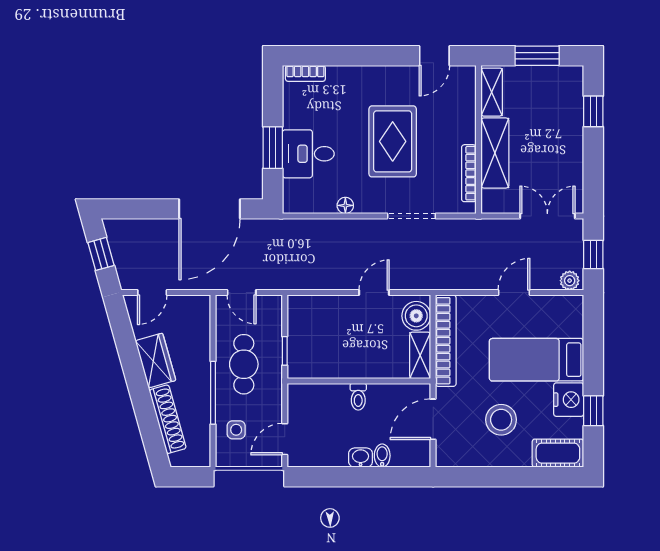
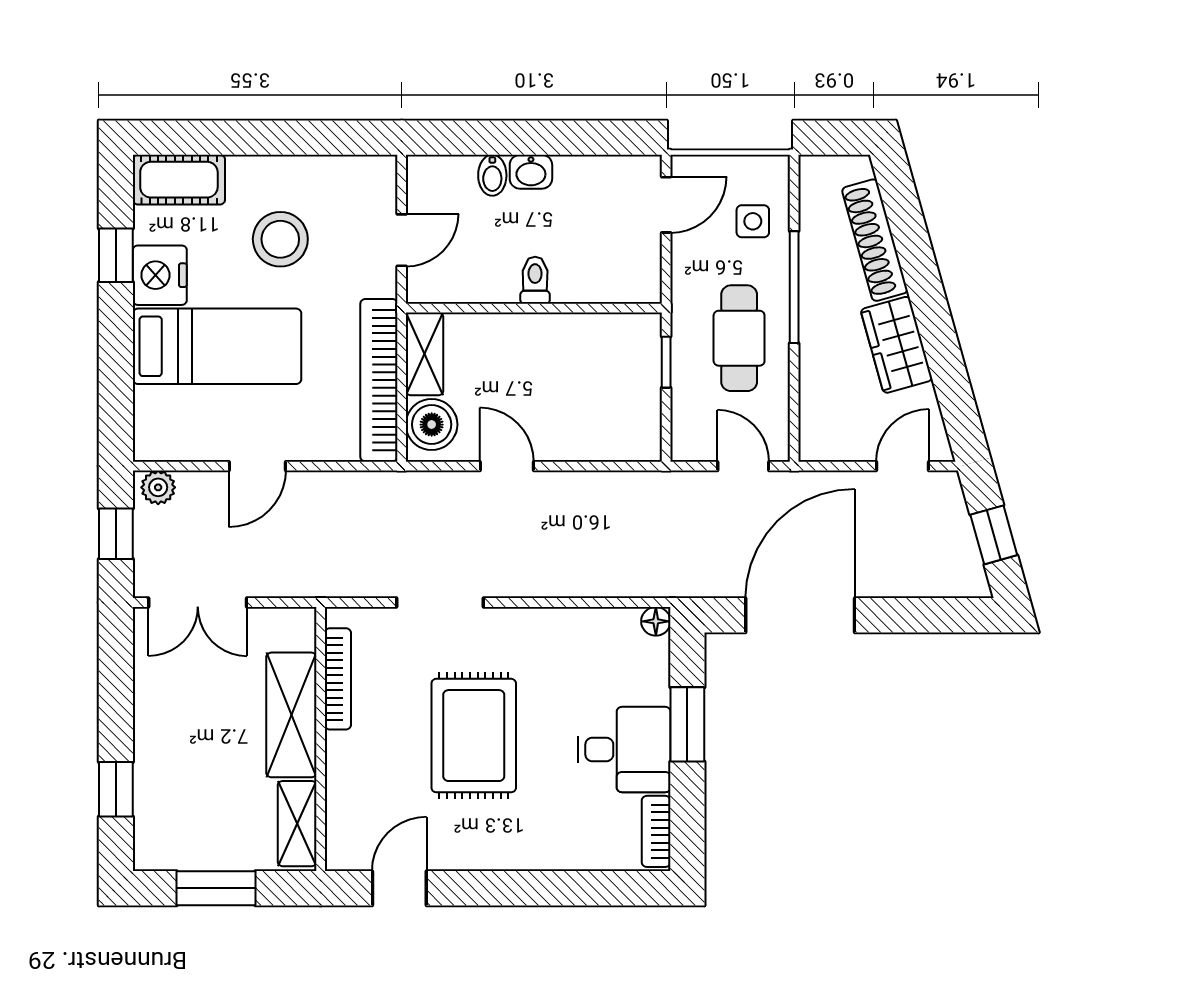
bookcase: (305, 73) -> (656, 831), moved, turned -90
desk: (308, 154) -> (624, 750), moved
floor lamp: (345, 205) -> (656, 621), moved
door: (374, 293) -> (507, 466), swing flipped
door: (433, 419) -> (402, 240), width x0.73

